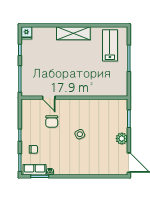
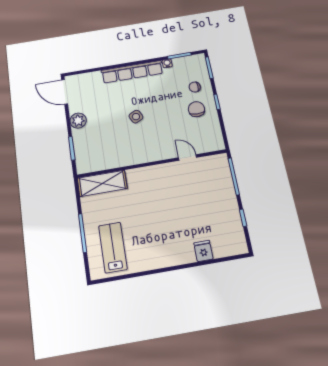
fridge: (26, 33) -> (203, 251), moved
shelving: (73, 33) -> (102, 183), moved
lab bench: (110, 45) -> (113, 247), turned 180
chair: (52, 121) -> (196, 109), moved
row of seats: (35, 170) -> (132, 72), moved, width x2.02

